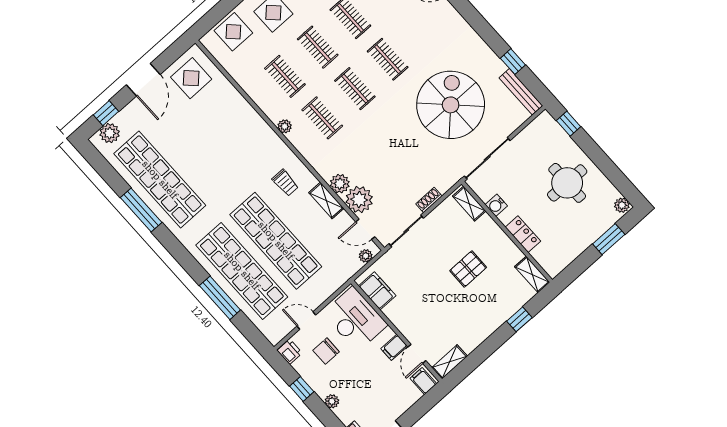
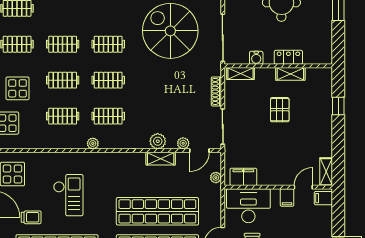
checkout: (218, 146) -> (68, 195), added
trolley: (285, 183) -> (31, 217), moved
plant: (359, 200) -> (183, 143), width x0.53, depth x0.53
shoe rack: (429, 200) -> (216, 91), width x1.43
plant: (366, 256) -> (216, 178), moved
shelving: (532, 275) -> (290, 74), moved
door: (417, 354) -> (303, 187), swing flipped

